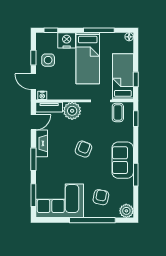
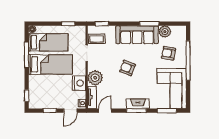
nightstand: (67, 40) -> (79, 83), moved, turned 180
side table: (48, 60) -> (52, 98), removed
bed: (123, 77) -> (48, 42), moved, turned 180
door: (33, 122) -> (105, 111), hinge flipped
fireplace: (42, 143) -> (138, 104), moved
sofa: (123, 160) -> (137, 35), width x1.36
plant: (126, 211) -> (165, 32), moved

